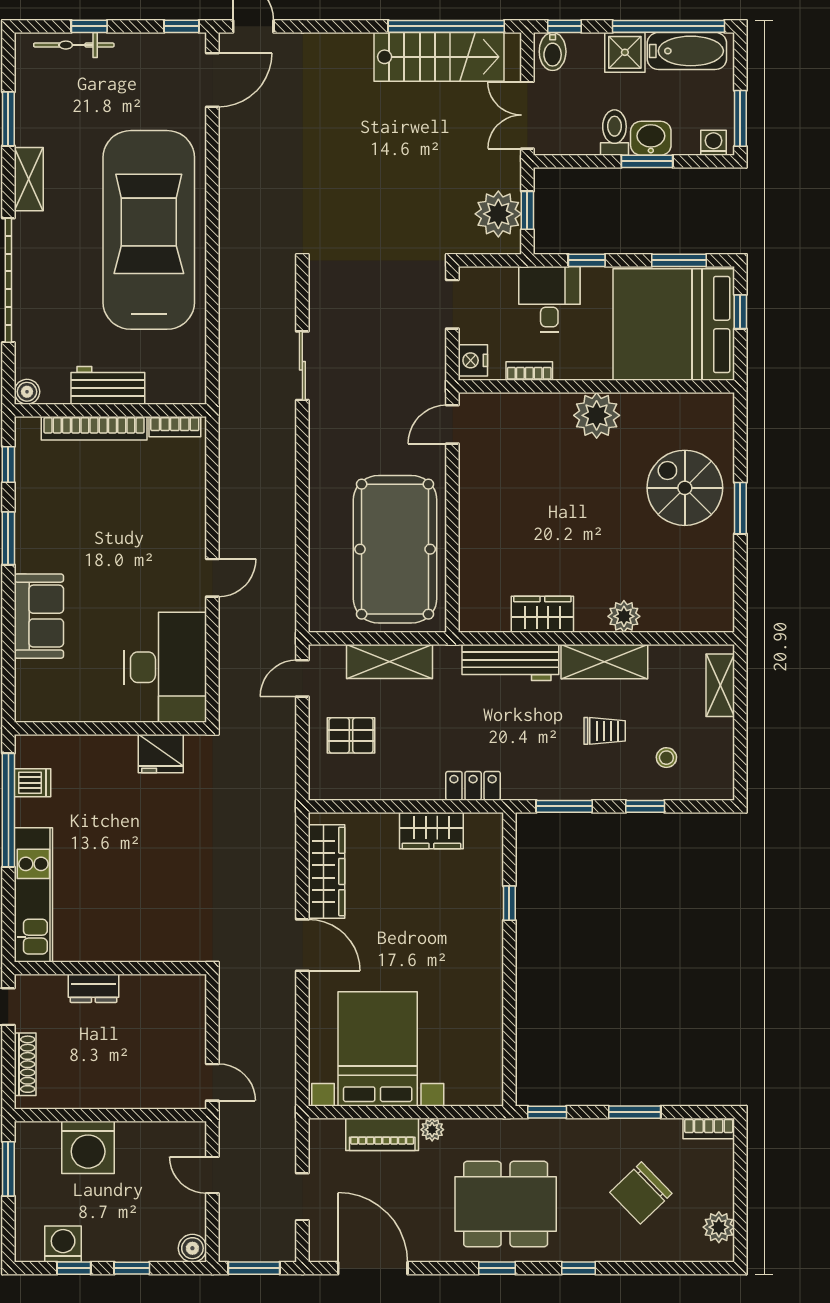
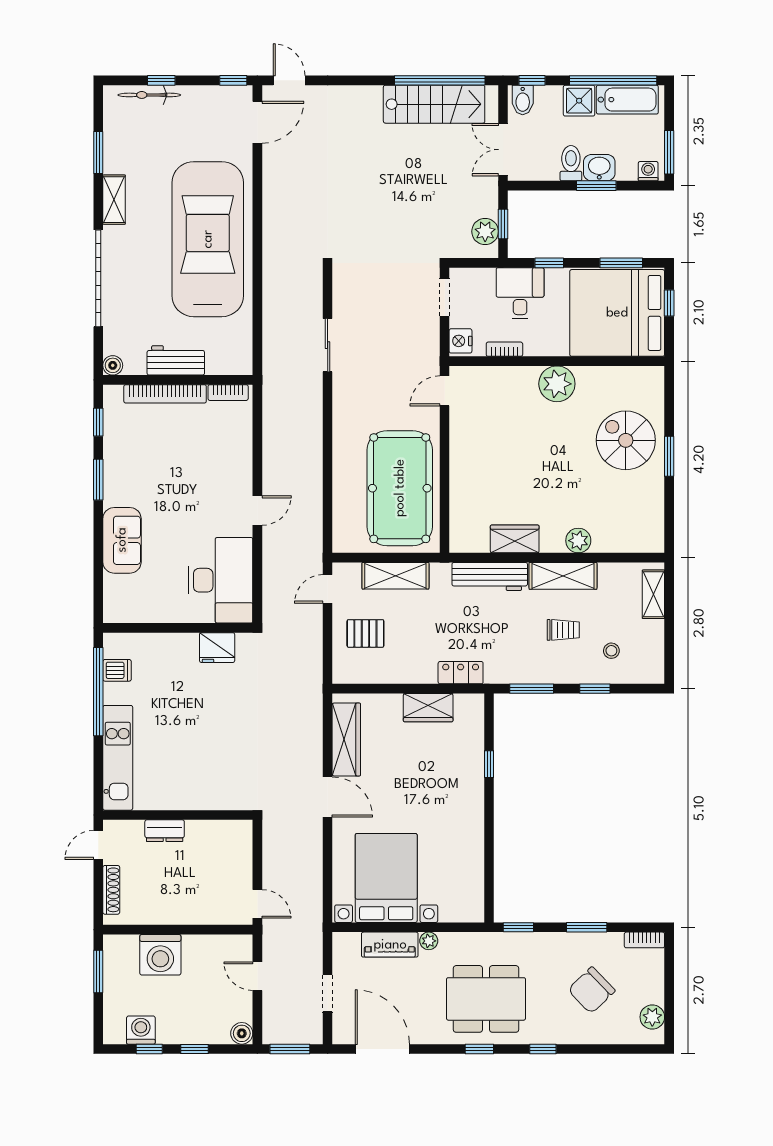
plant: (498, 214) -> (485, 231), width x0.73, depth x0.73

